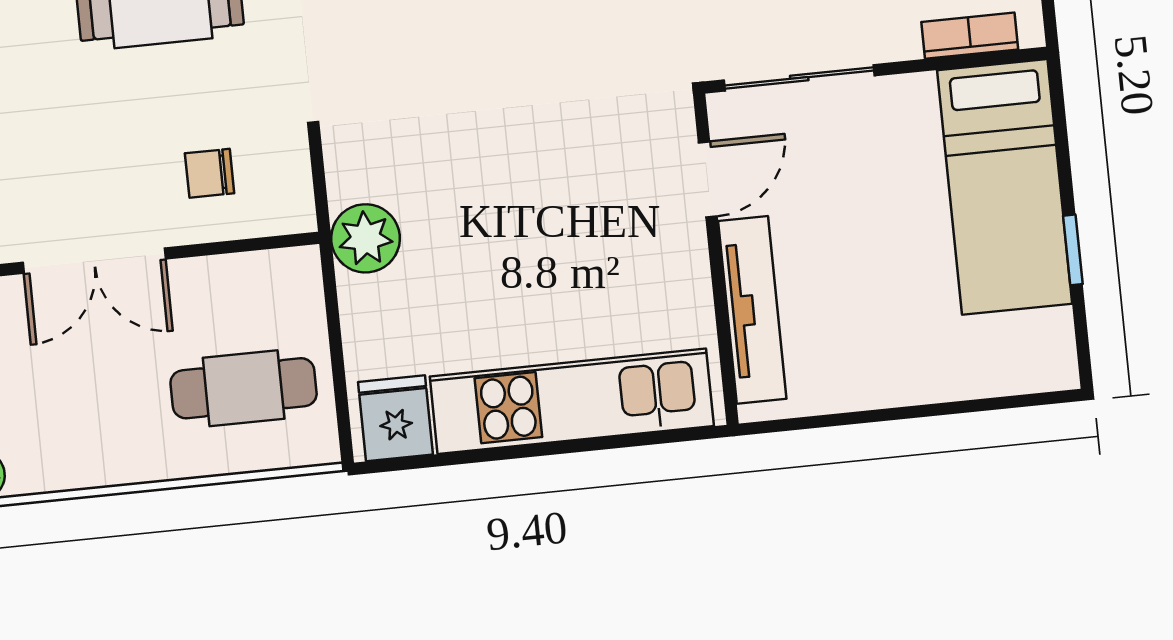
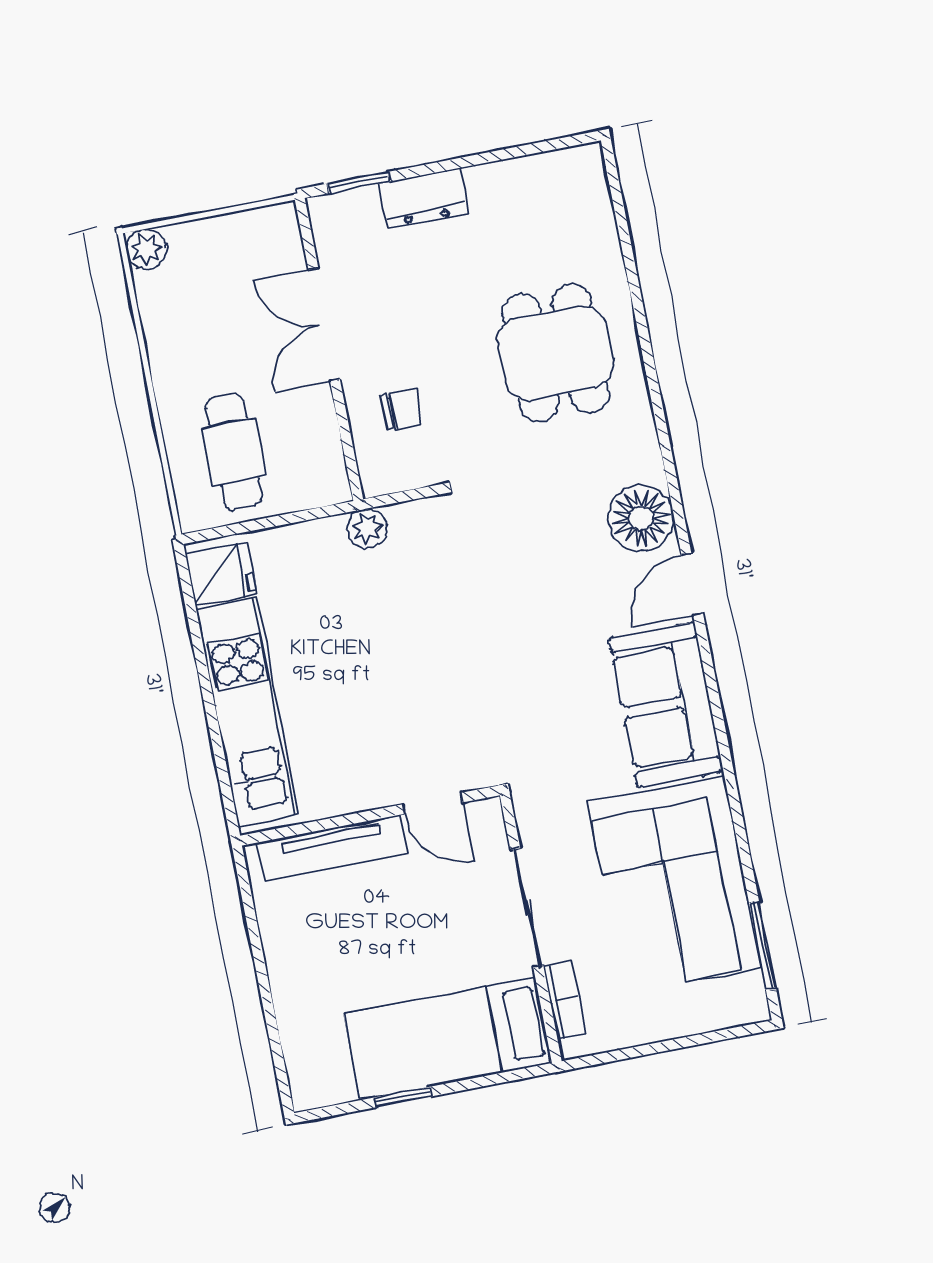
sliding door: (799, 78) -> (527, 908), moved
chair: (210, 173) -> (401, 409), turned 90
plant: (366, 238) -> (367, 529), width x0.73, depth x0.73

